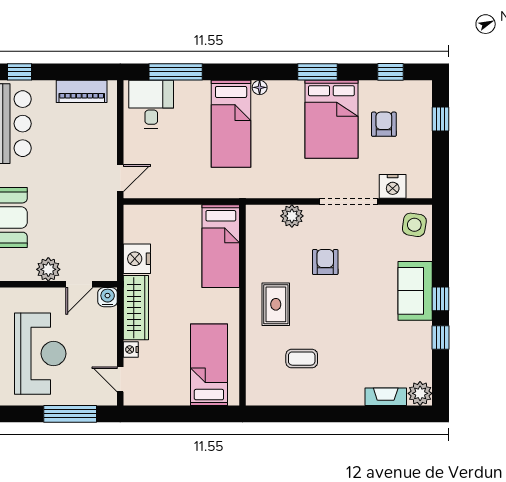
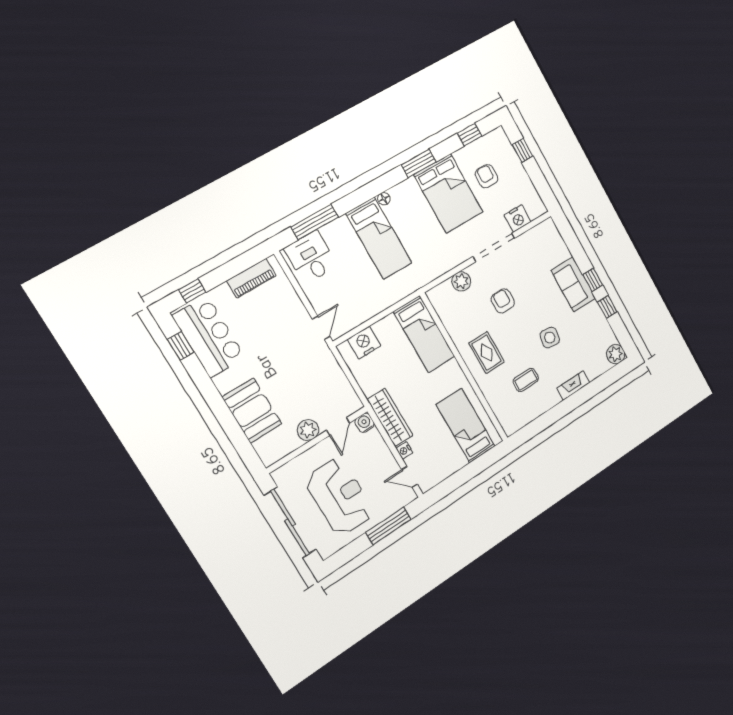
side table: (414, 225) -> (550, 338), moved
nightstand: (137, 259) -> (364, 343), moved, turned 90
fireplace: (386, 397) -> (573, 386), moved

